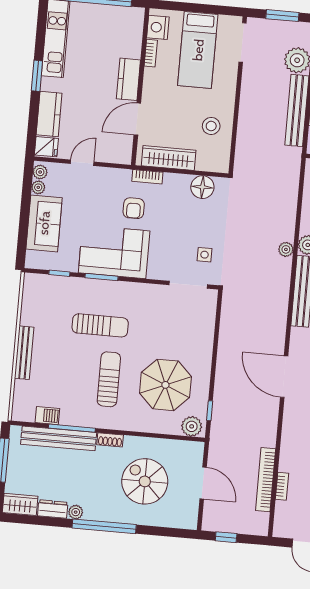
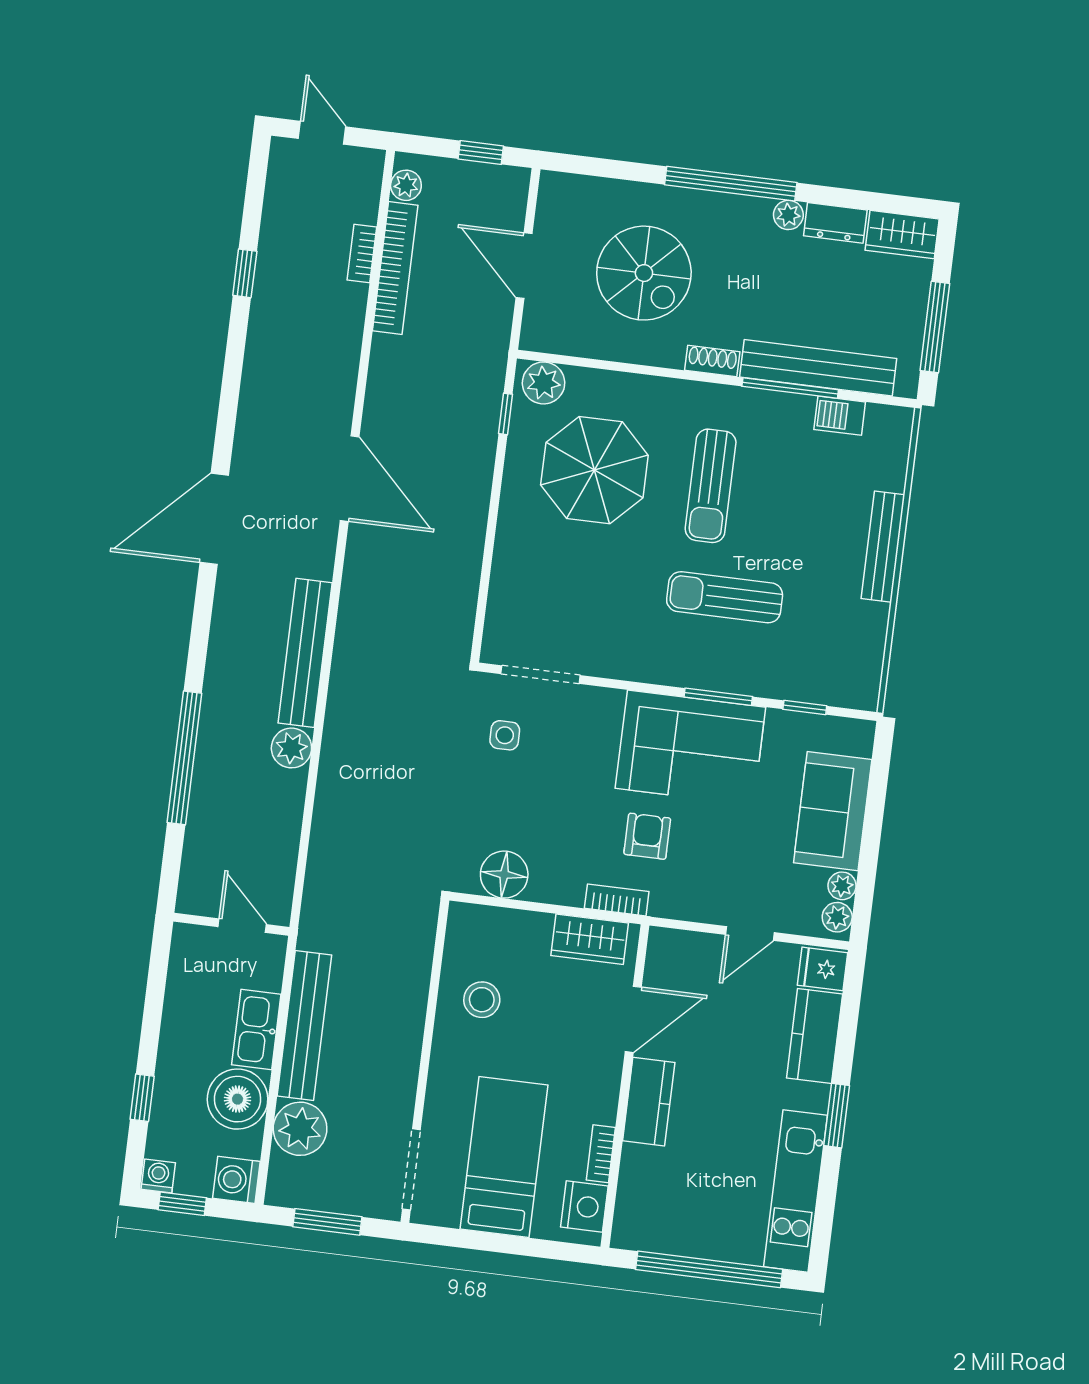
wardrobe: (169, 158) -> (590, 939), width x0.67
plant: (286, 249) -> (406, 185), moved

